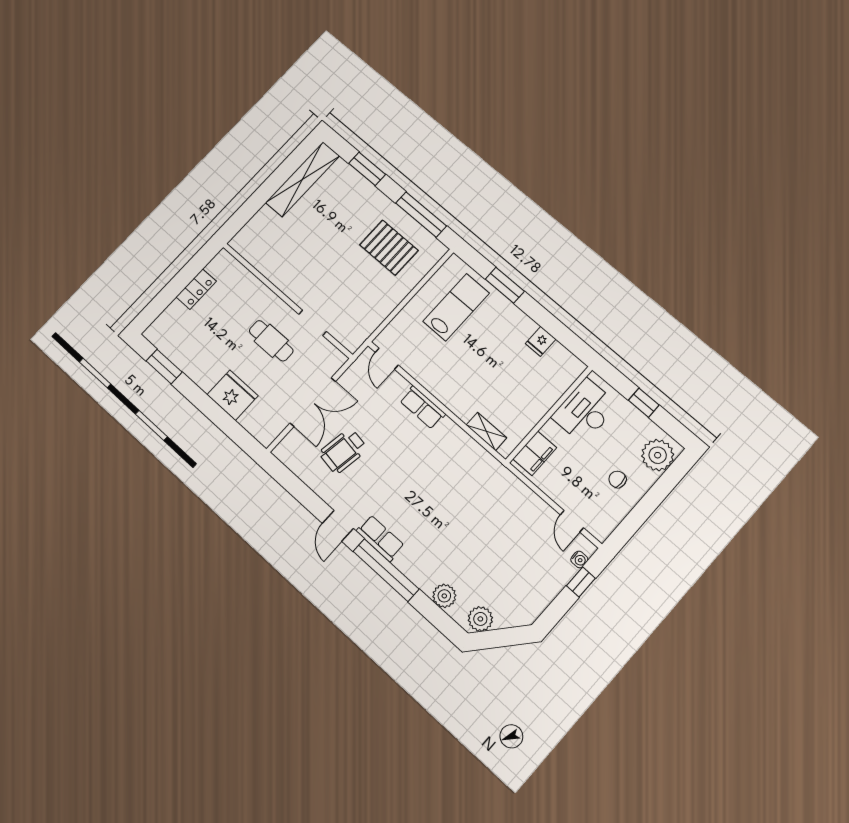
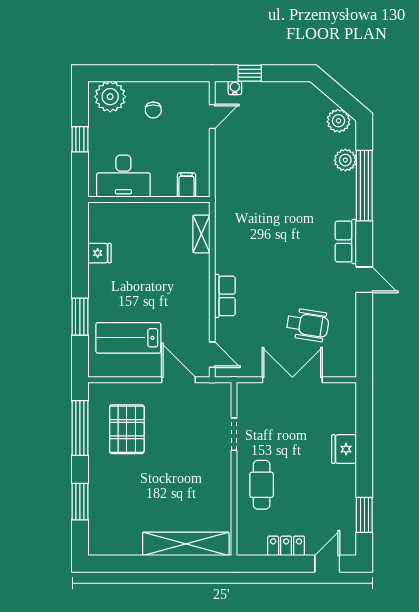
shelving: (303, 179) -> (186, 544), moved
door: (155, 308) -> (327, 564), added
door: (391, 317) -> (178, 380), added
cafe table: (271, 341) -> (262, 485), moved
door: (387, 359) -> (212, 355), hinge flipped
fridge: (233, 395) -> (344, 449), width x0.73, depth x0.75
filing cabinet: (535, 453) -> (187, 185), width x0.50
door: (338, 526) -> (364, 280), hinge flipped
window: (386, 570) -> (364, 186), moved

